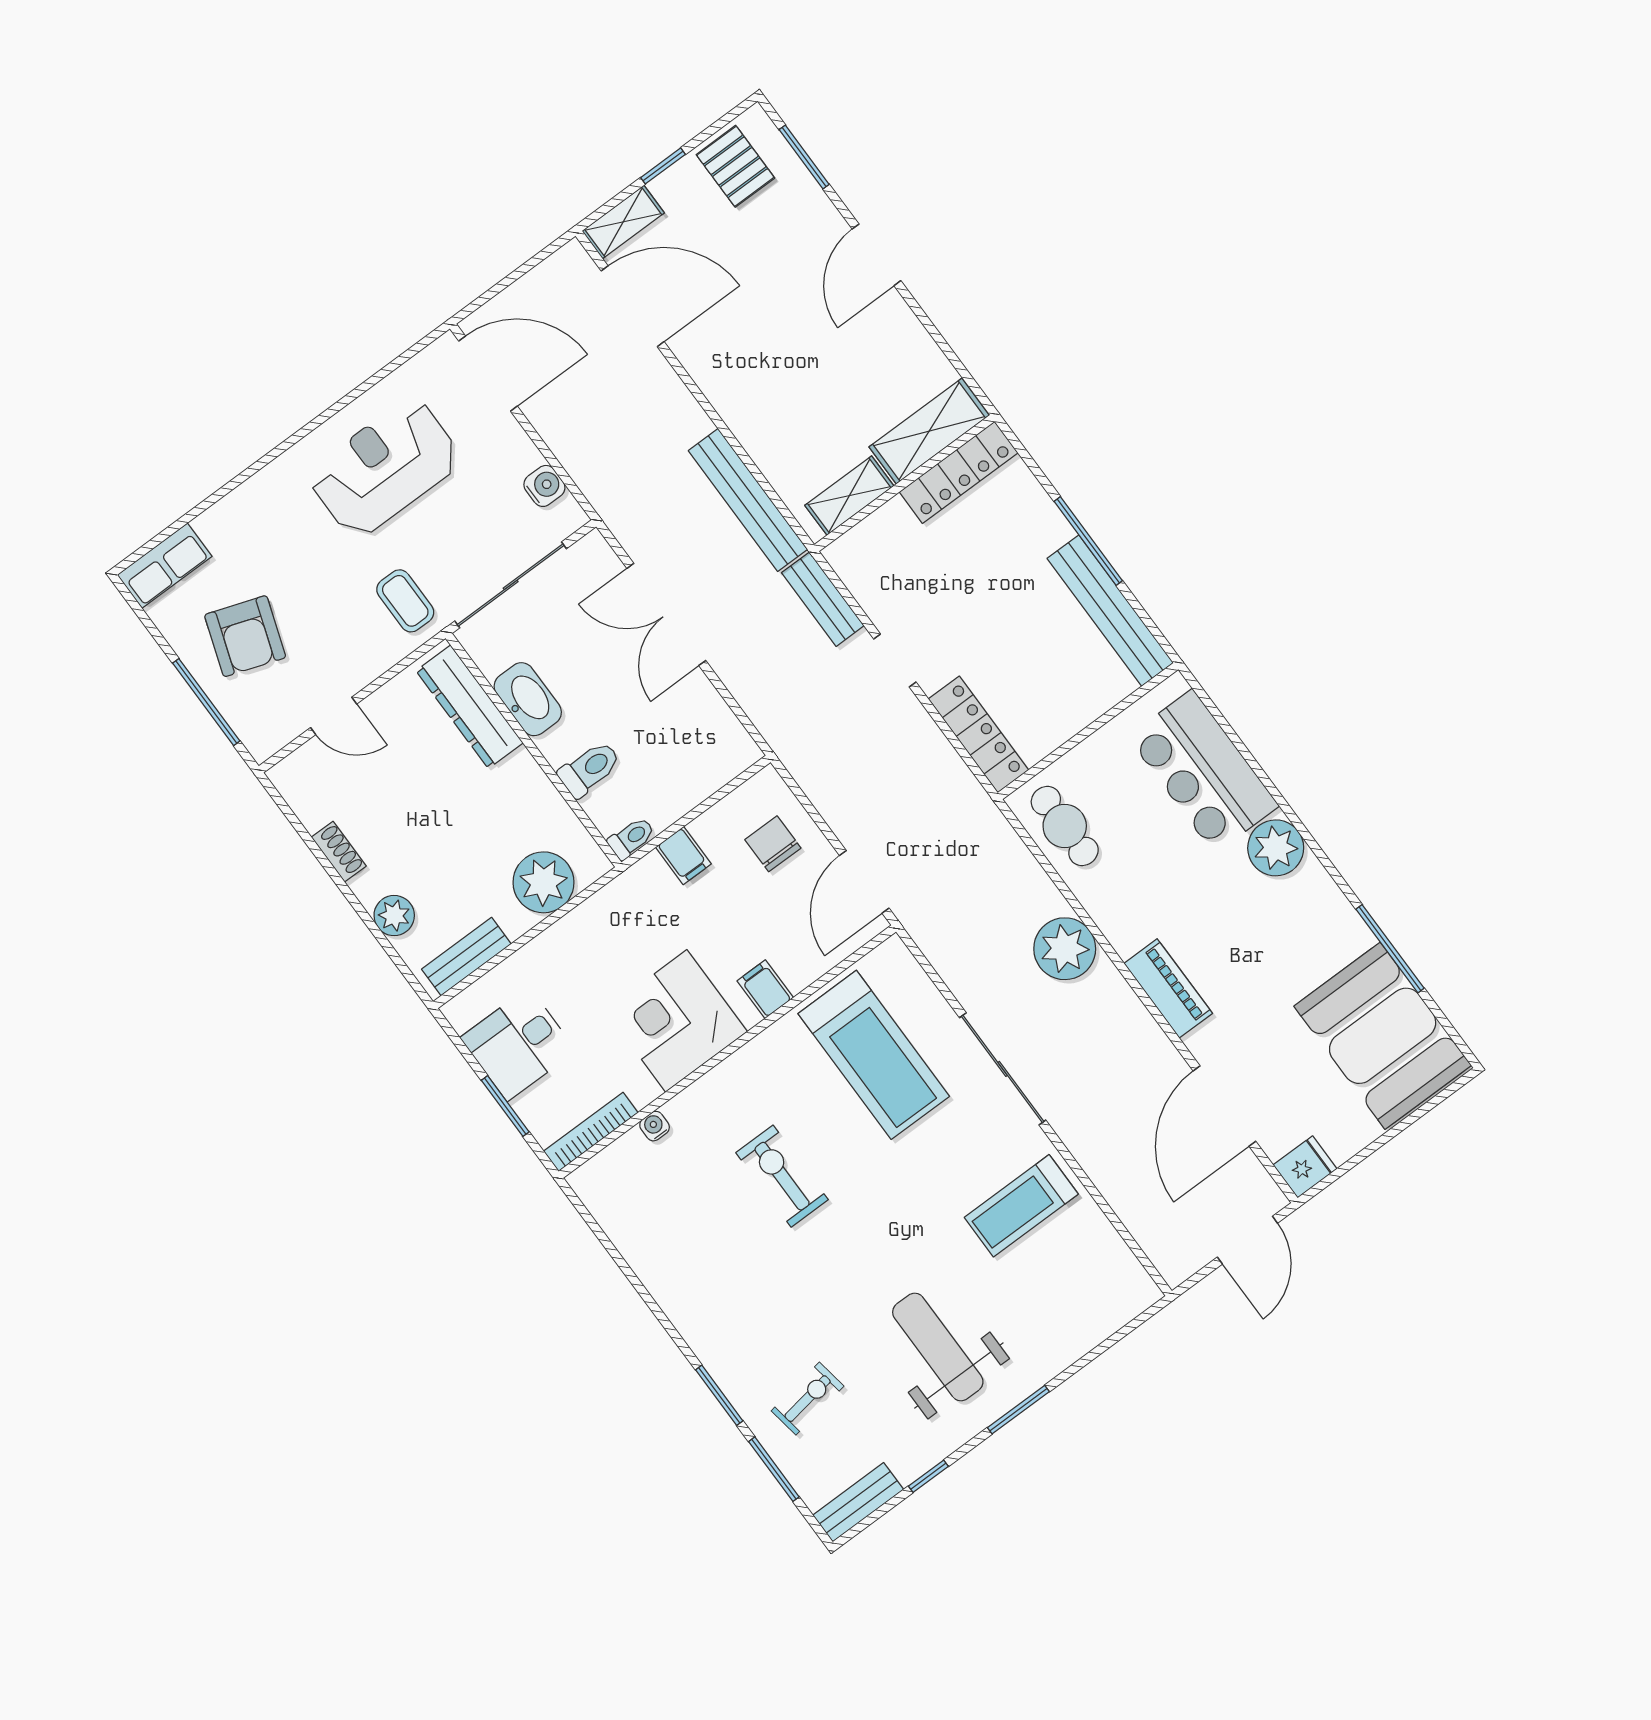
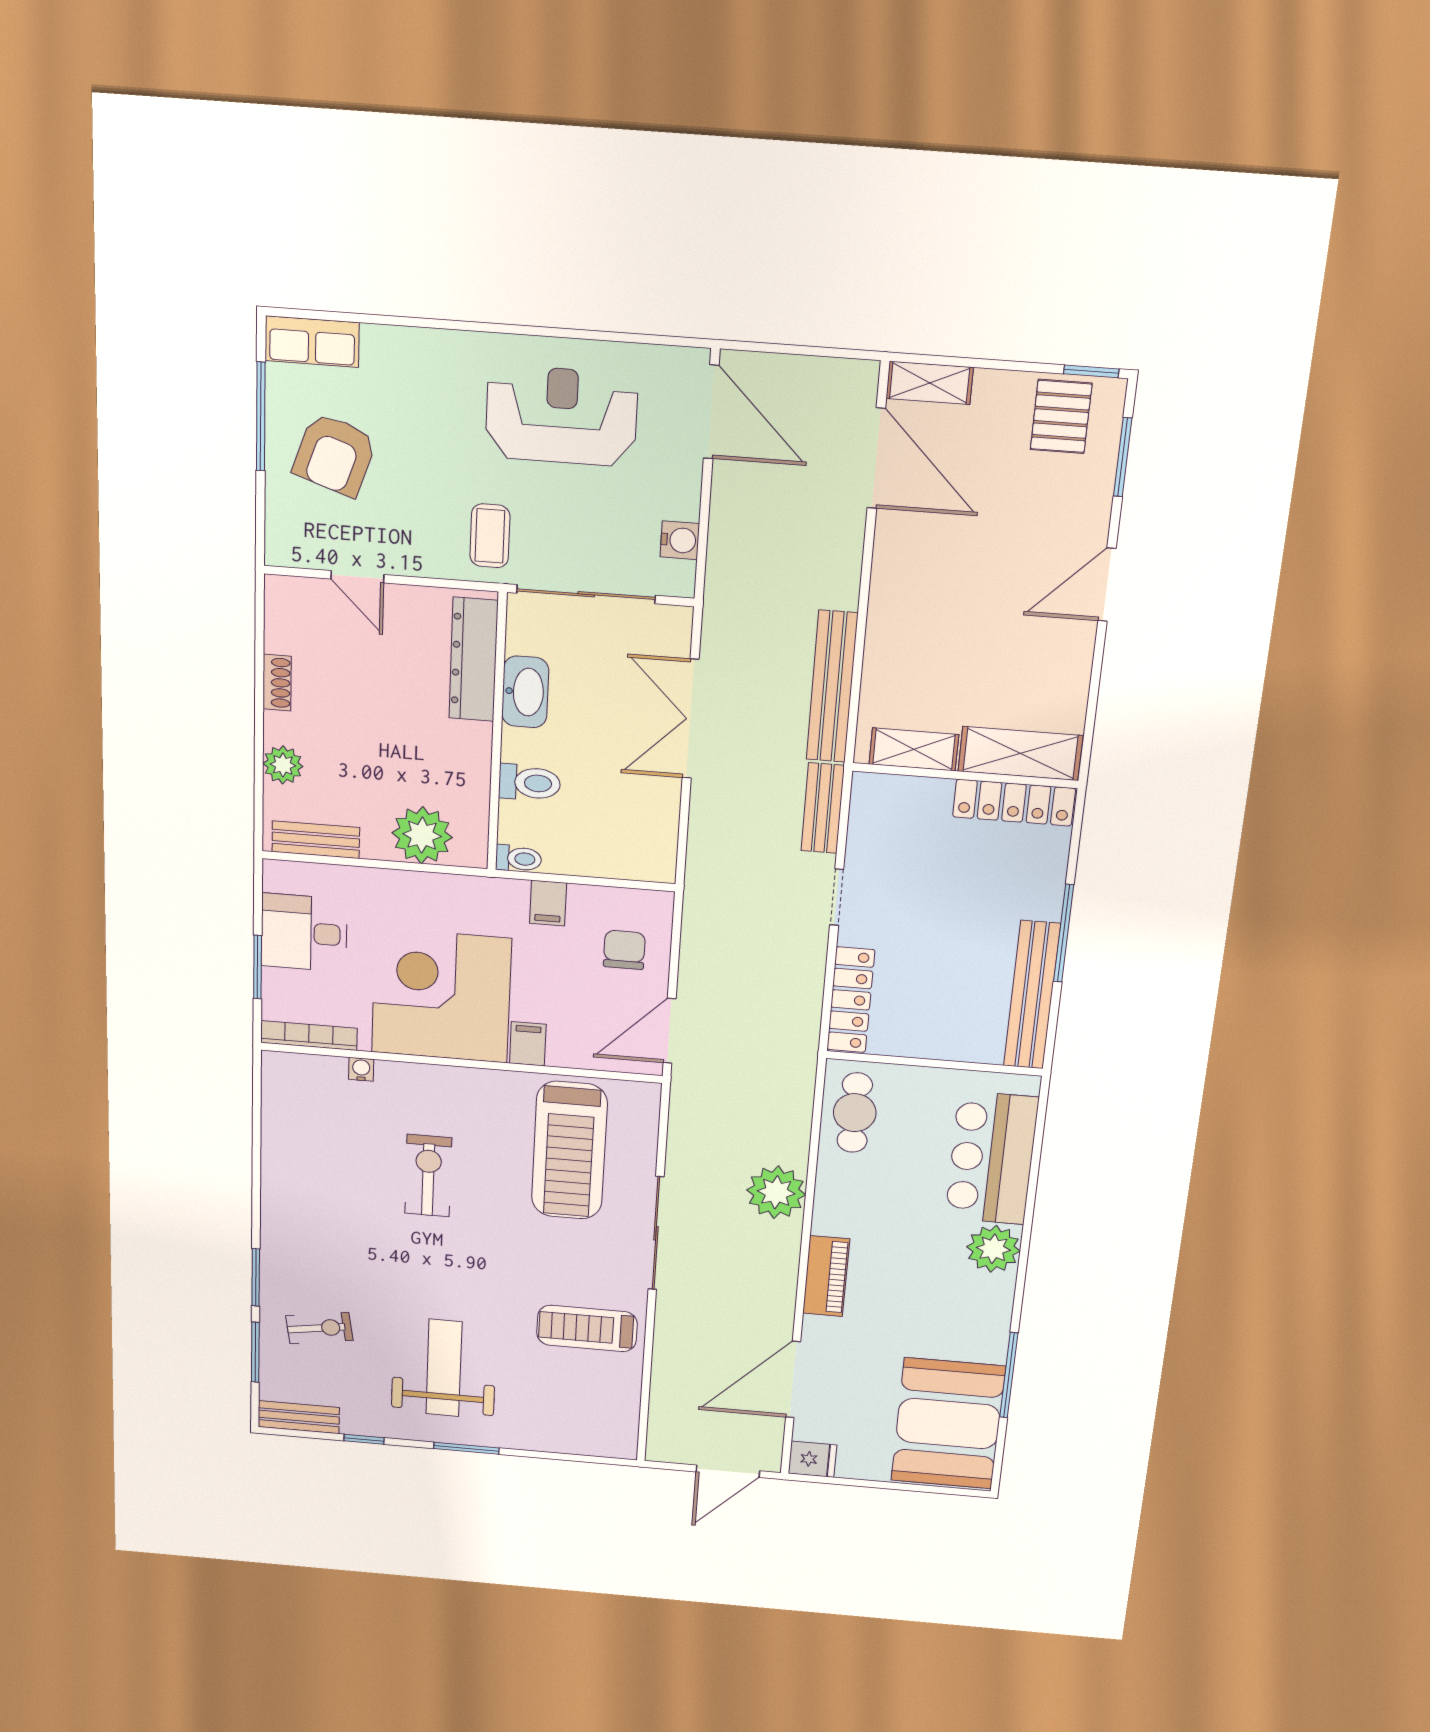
window: (663, 166) -> (1091, 371), moved
window: (206, 702) -> (261, 417), moved
corner desk: (676, 1021) -> (441, 996), width x1.36, depth x1.36

